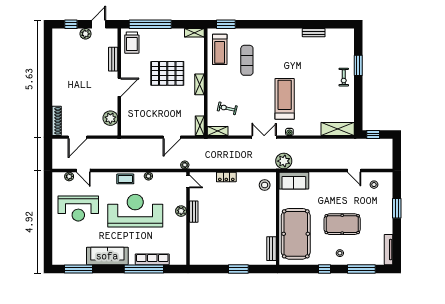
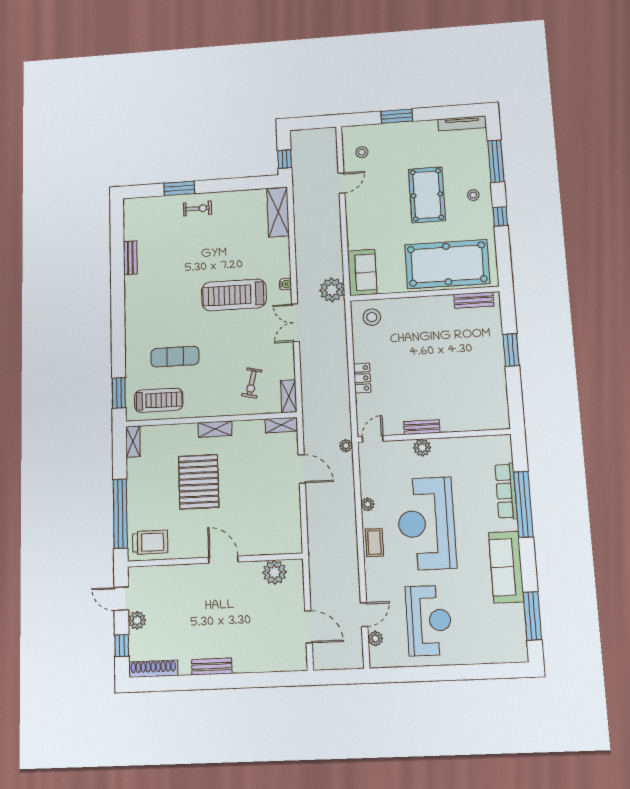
bench: (113, 59) -> (212, 667), moved
shoe rack: (57, 121) -> (153, 669), moved

